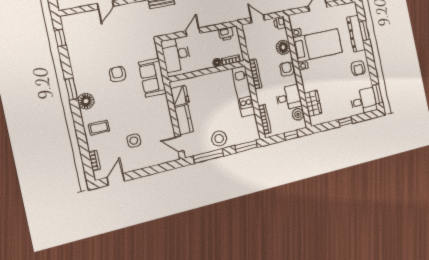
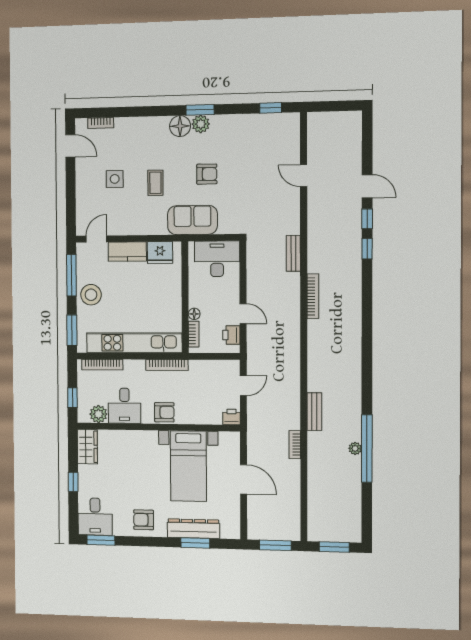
door: (193, 32) -> (243, 314), moved
floor lamp: (283, 47) -> (196, 414), removed
plant: (82, 86) -> (201, 124), added
kitchen unit: (244, 91) -> (134, 343), width x1.36
wardrobe: (313, 103) -> (87, 447), moved, turned -90
coffee table: (99, 128) -> (155, 183), moved

